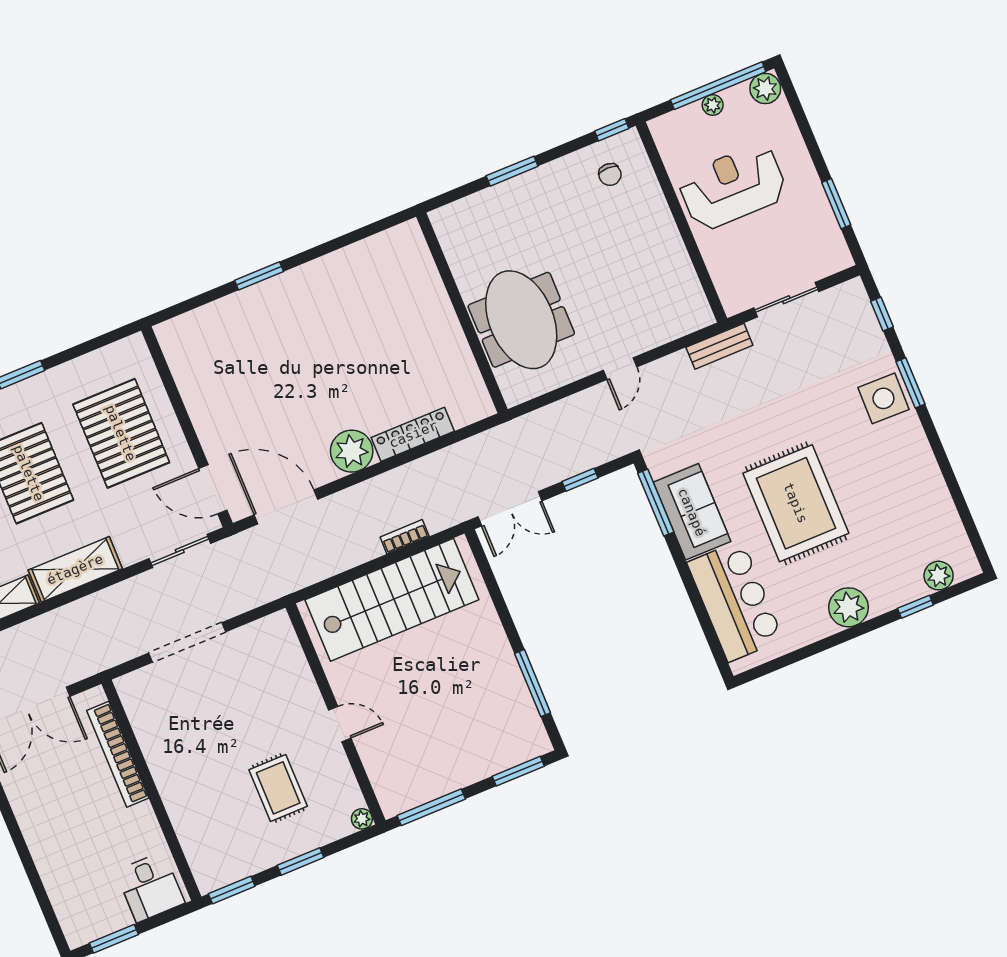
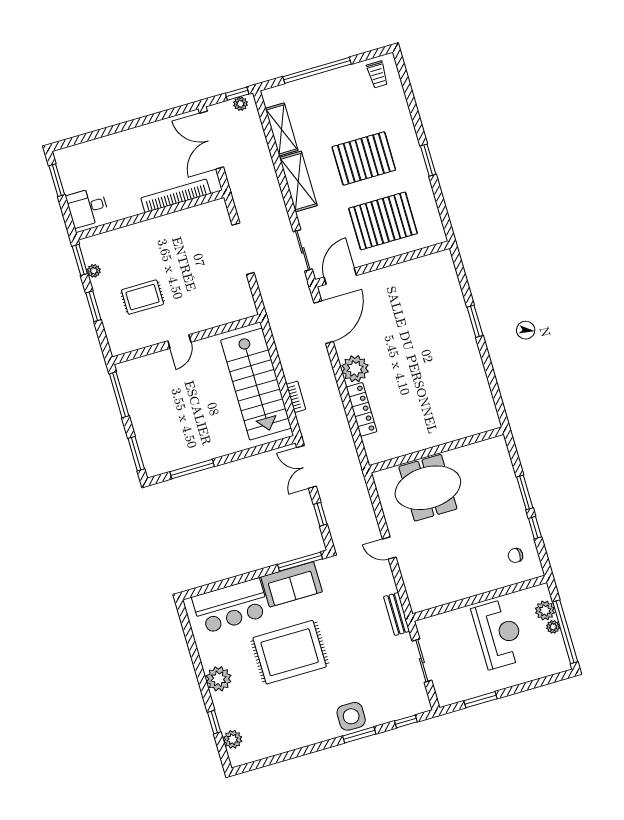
plant: (765, 89) -> (545, 610), moved
window: (612, 130) -> (535, 528), moved
plant: (362, 819) -> (94, 271), moved

